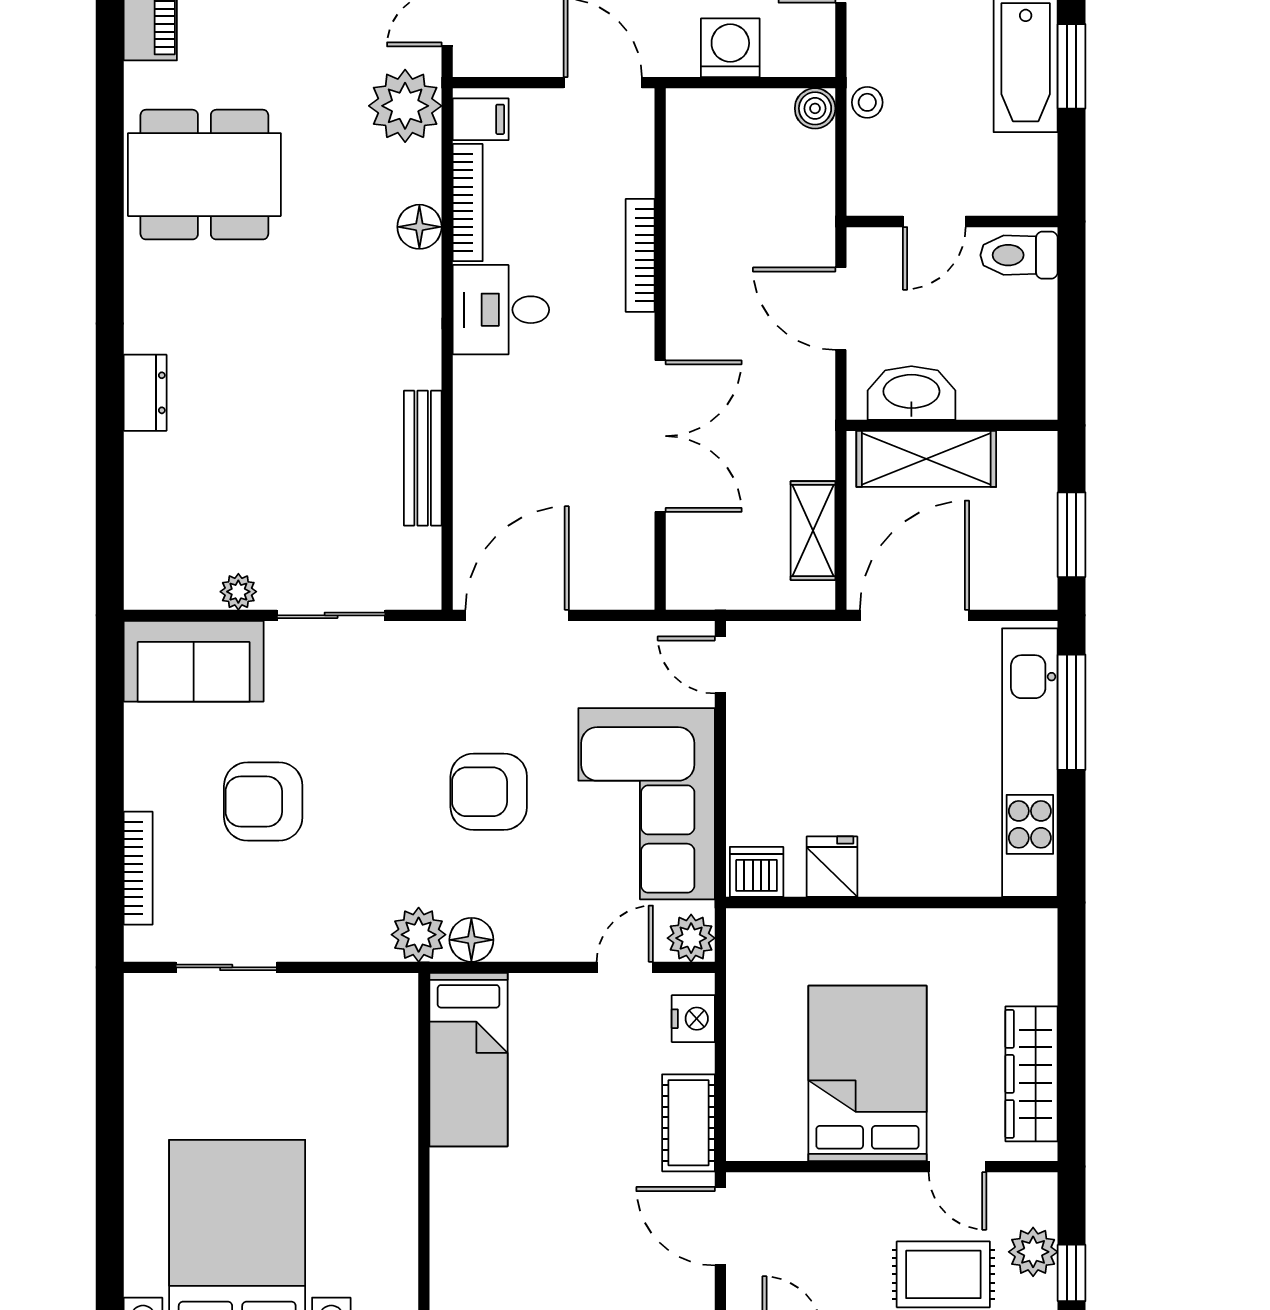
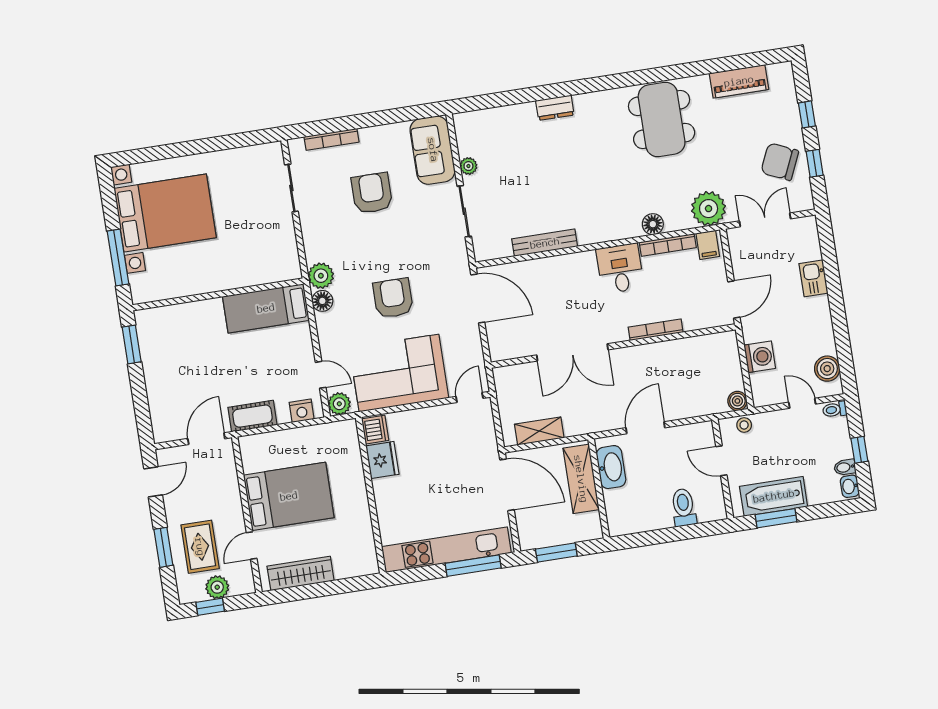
door: (934, 222) -> (721, 461), moved
wall: (952, 222) -> (723, 469), moved
fridge: (832, 867) -> (382, 460), width x1.38

